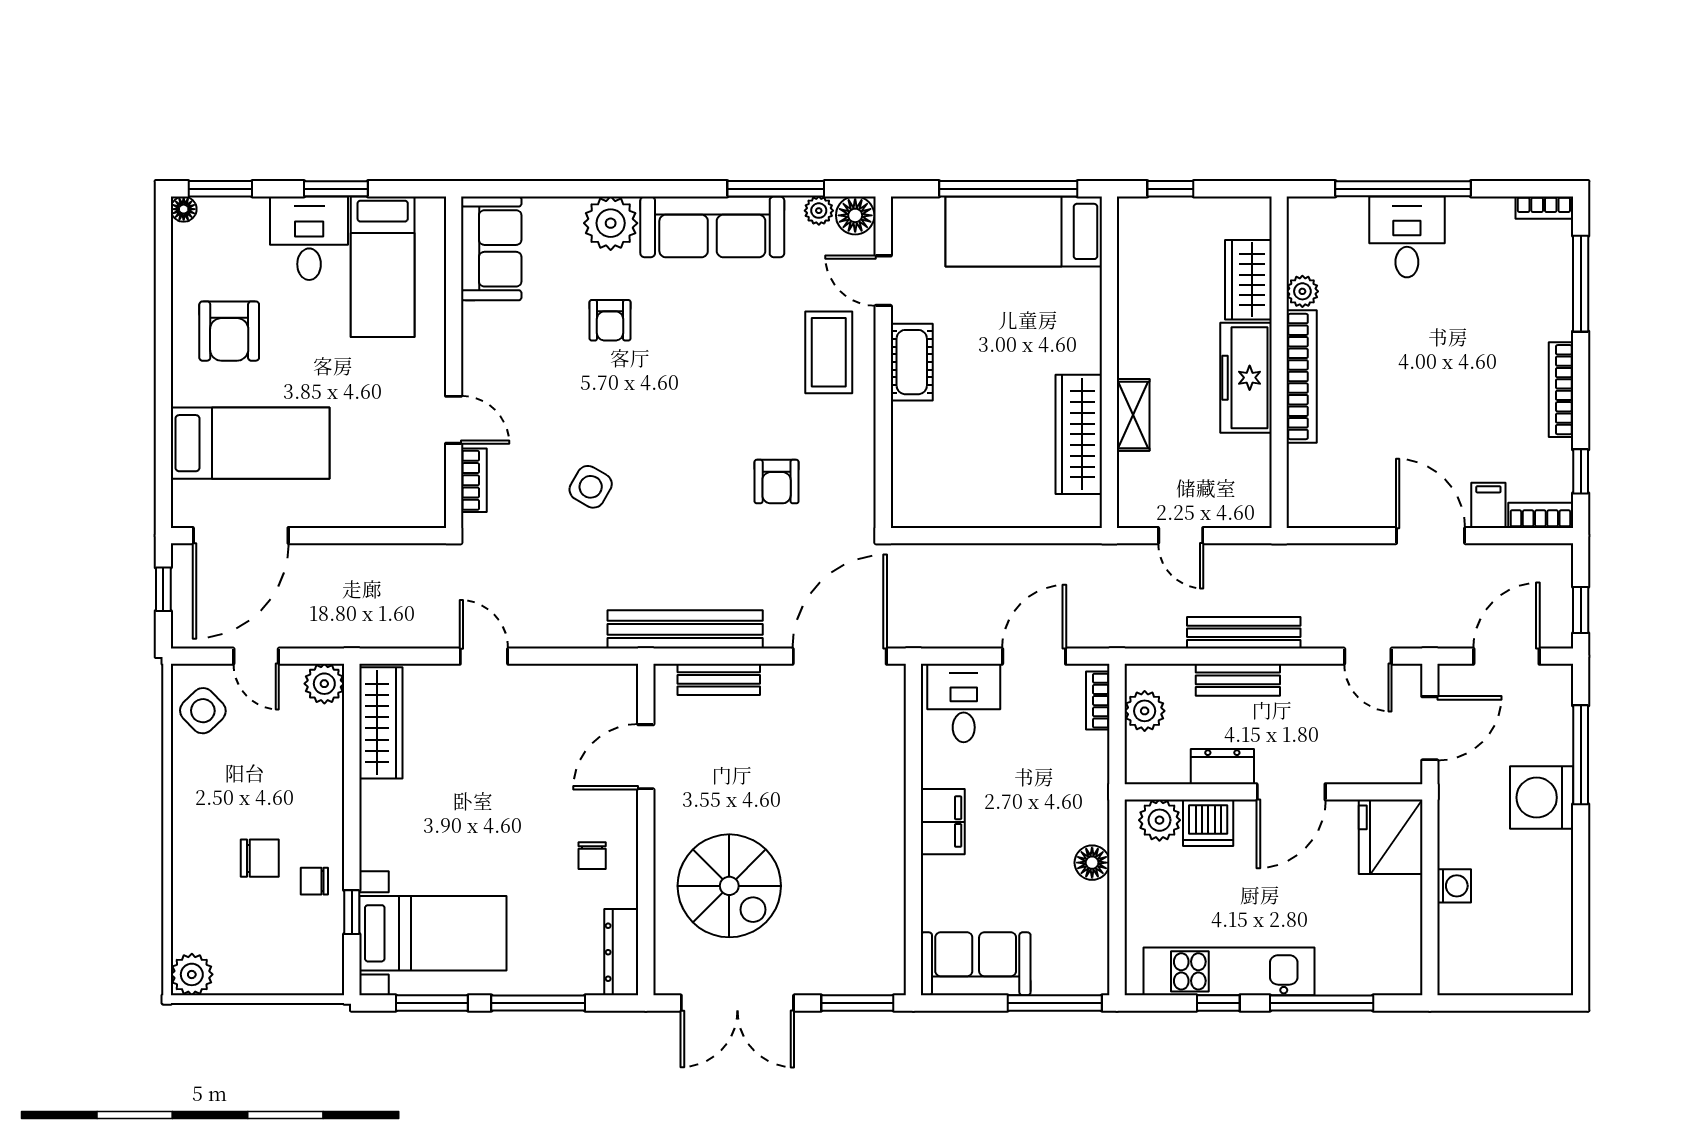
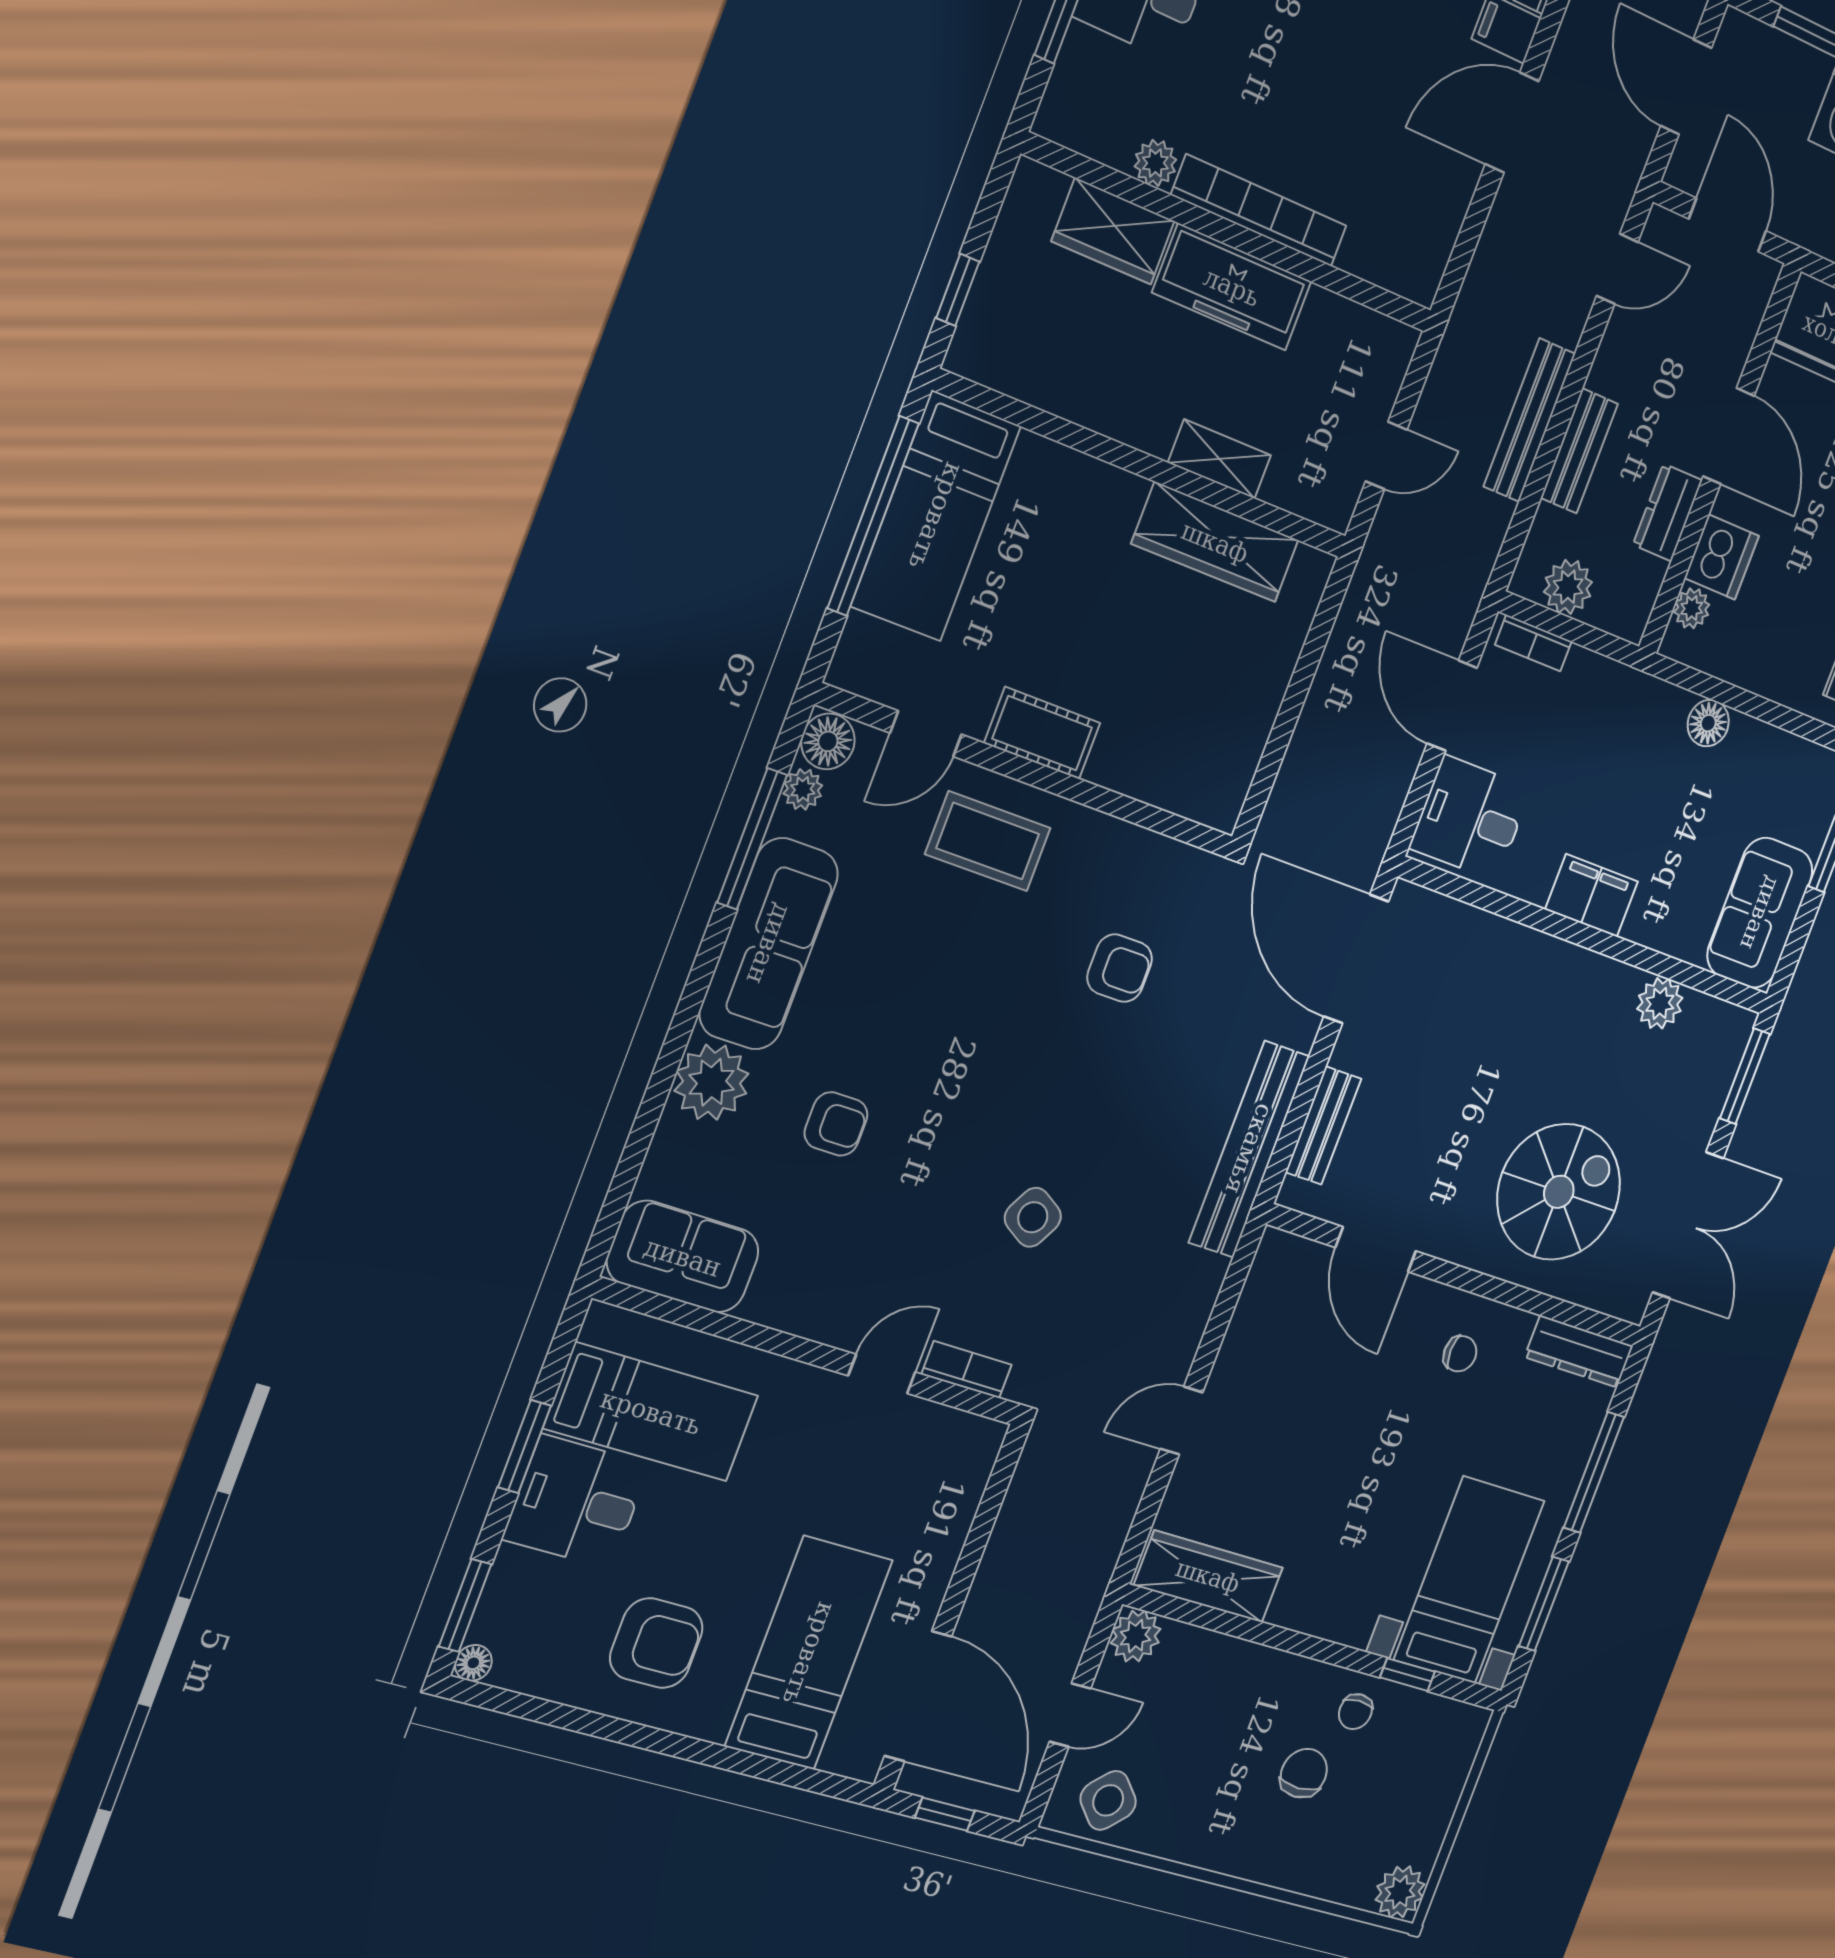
plant: (1159, 820) -> (1692, 608), width x0.73, depth x0.73
plant: (886, 910) -> (1660, 1003), added

